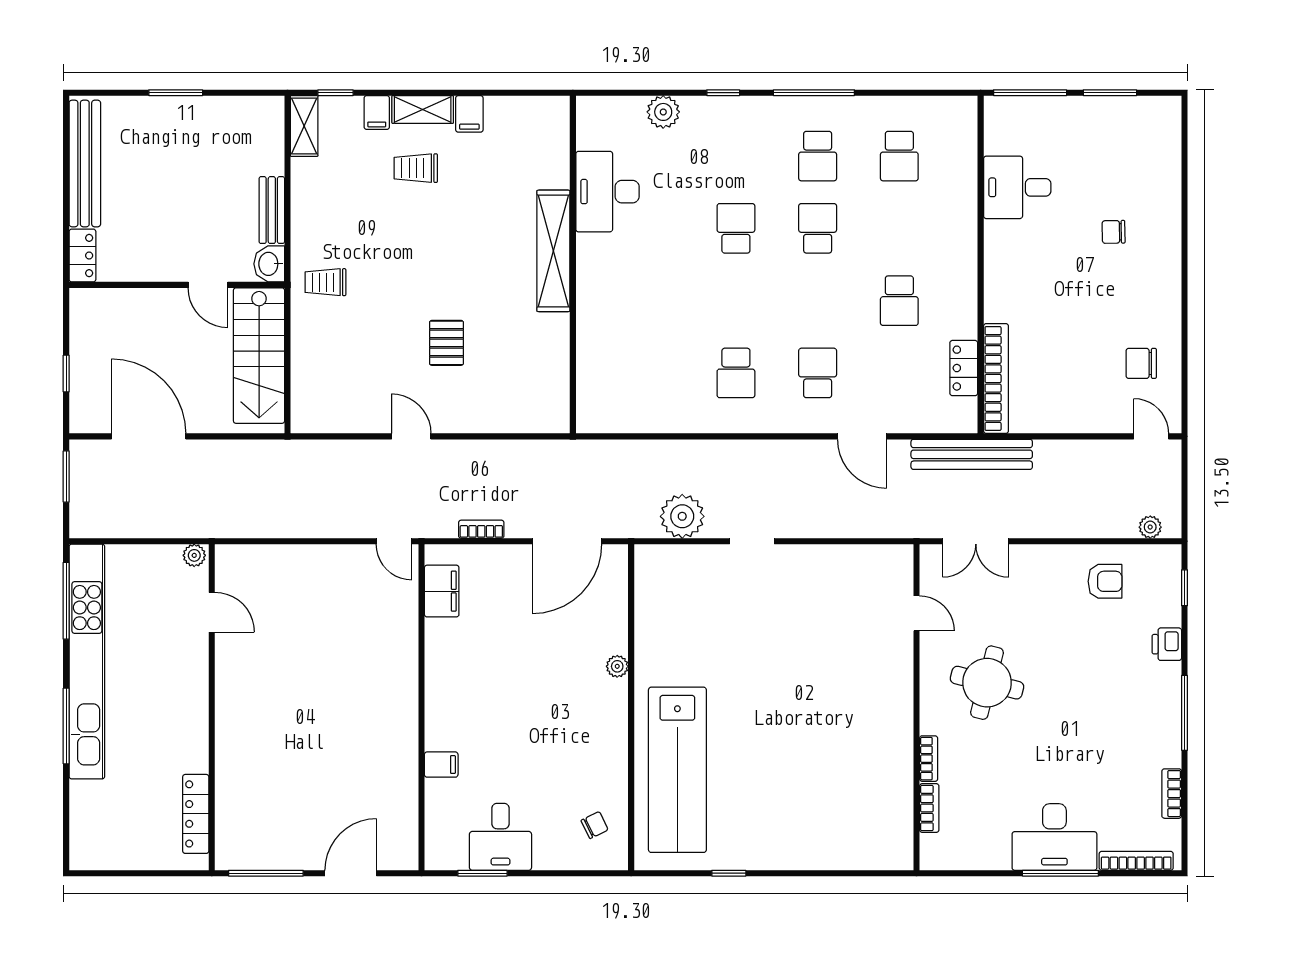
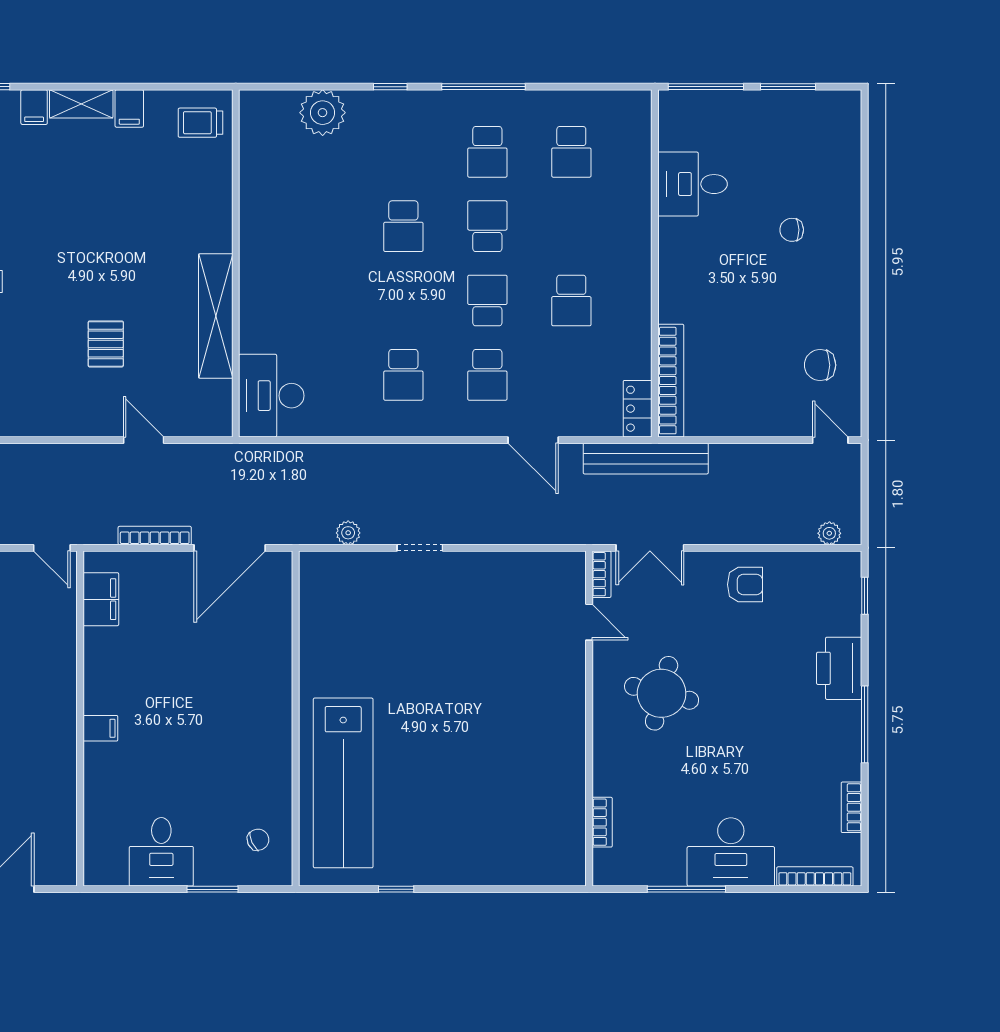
plant: (663, 112) -> (323, 113), width x1.36, depth x1.36
trolley: (416, 168) -> (200, 123), moved
desk: (607, 192) -> (271, 396), moved
school desk: (736, 228) -> (403, 226), turned 180
shelving: (553, 251) -> (216, 316), moved
school desk: (818, 301) -> (487, 301), added
locker: (964, 368) -> (638, 409), moved
school desk: (818, 373) -> (487, 375), turned 180
door: (411, 436) -> (144, 440), moved
plant: (682, 516) -> (348, 533), width x0.53, depth x0.53
bookcase: (481, 529) -> (155, 536), width x1.56
armchair: (1105, 581) -> (745, 585), moved
printer: (1167, 644) -> (839, 668), width x1.87, depth x1.48
plant: (617, 666) -> (281, 677), removed
bookcase: (929, 759) -> (601, 574), moved
filing cabinet: (441, 765) -> (100, 728), moved
window: (482, 873) -> (212, 889), moved
window: (1060, 873) -> (686, 889), moved

